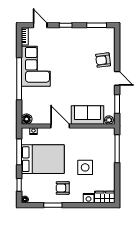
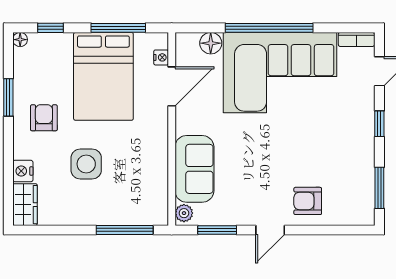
armchair: (103, 60) -> (308, 201), turned -83
corner sofa: (36, 66) -> (280, 73), width x1.36, depth x1.36
floor lamp: (27, 119) -> (211, 43), moved
door: (60, 126) -> (172, 86), moved

